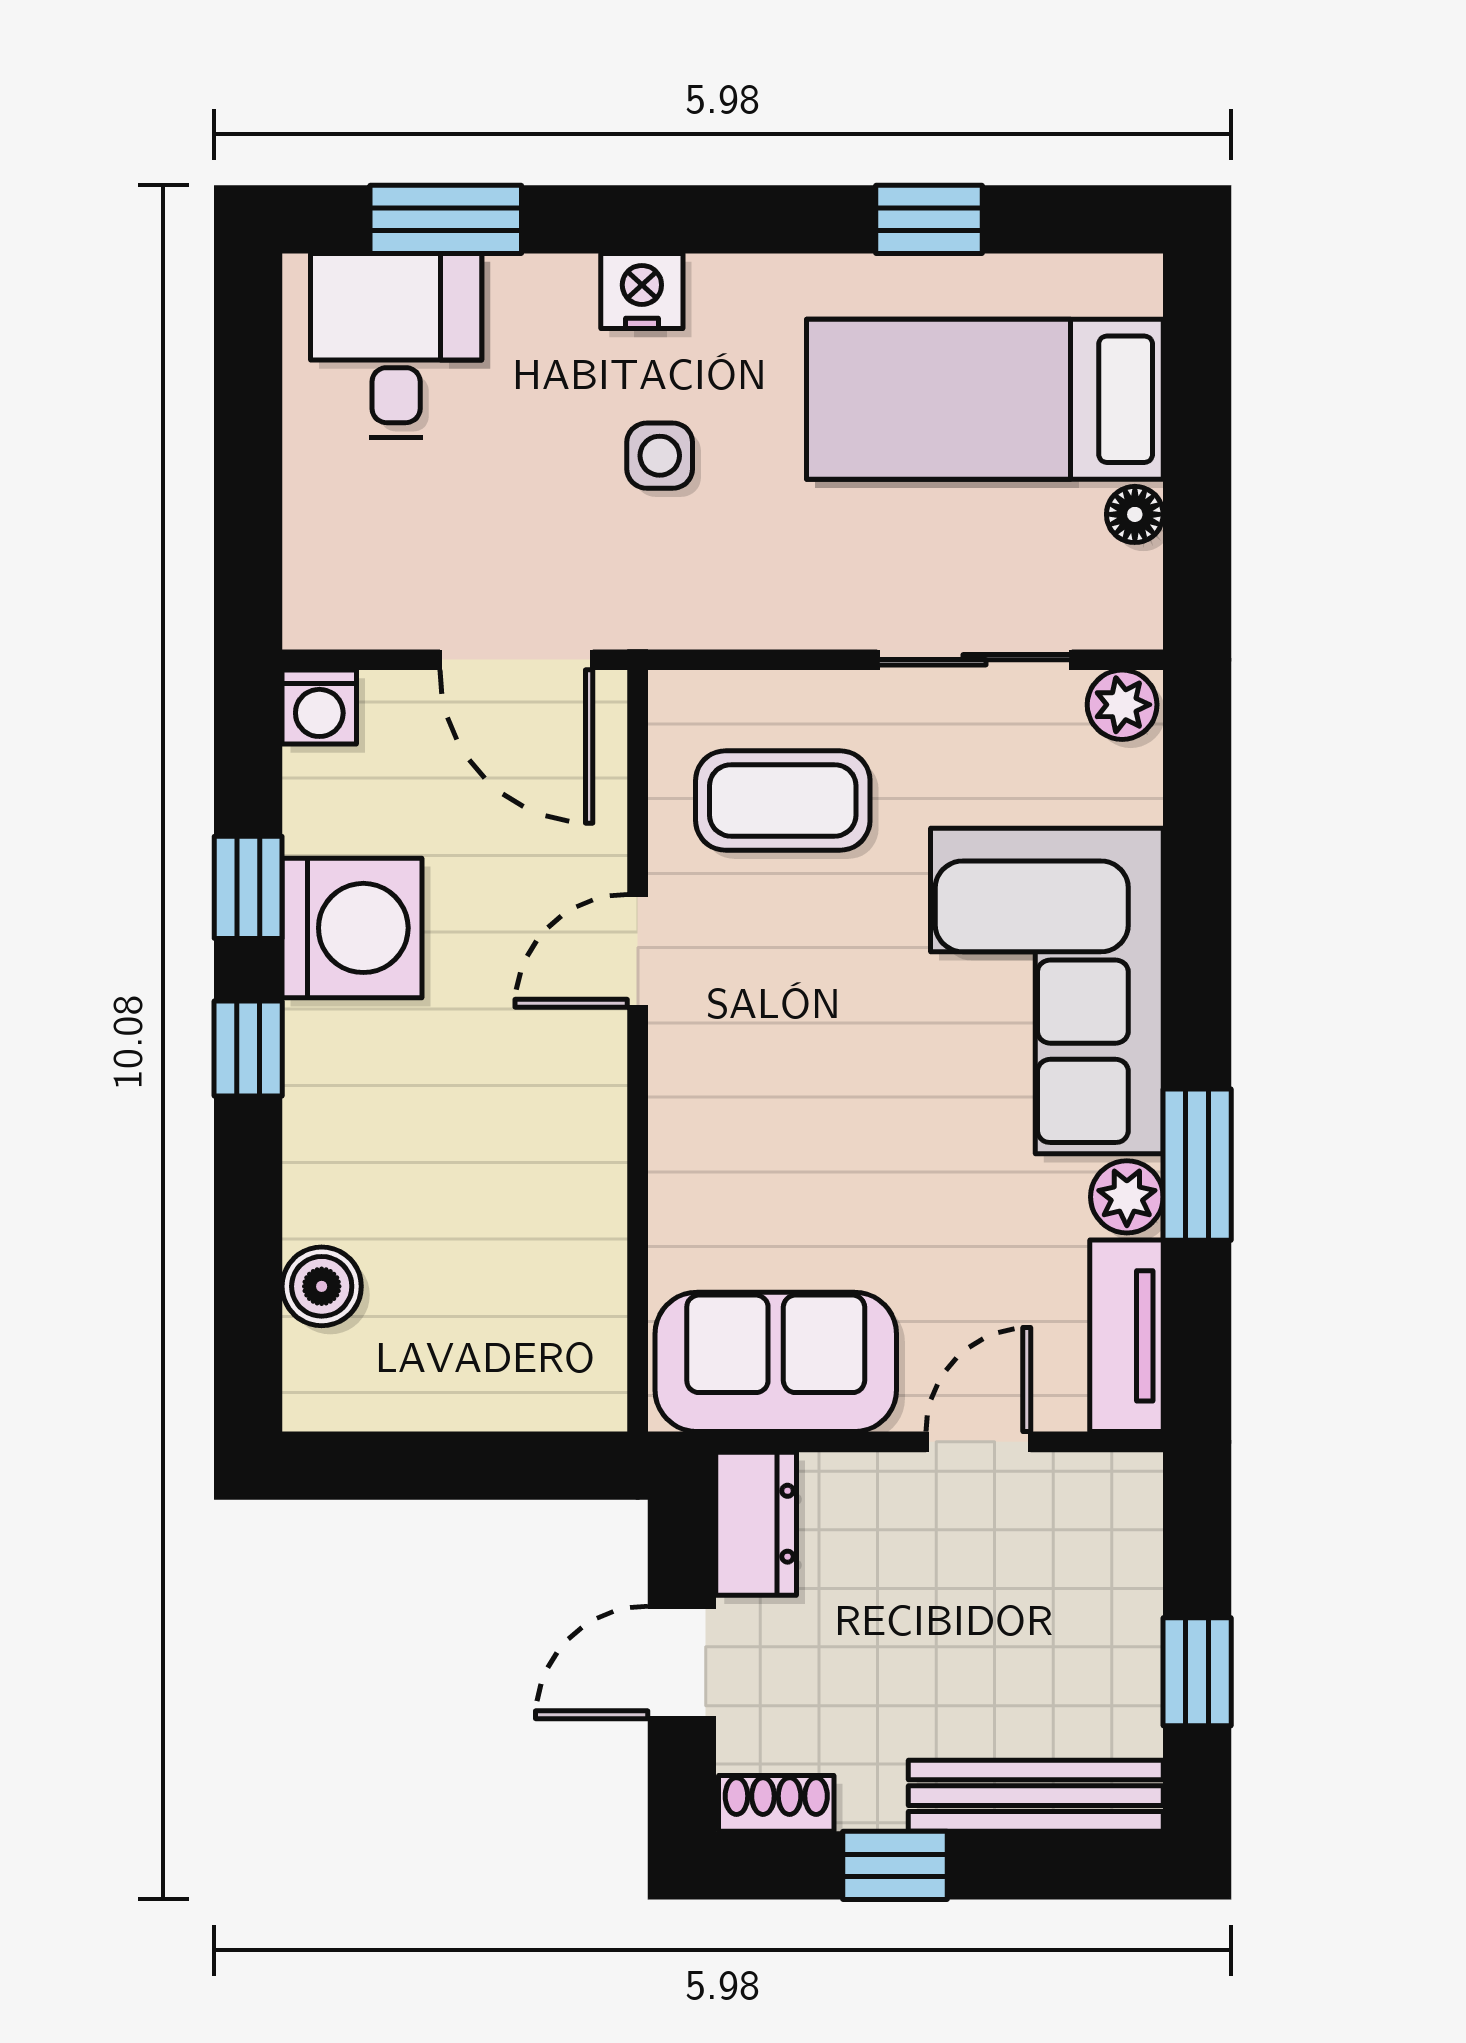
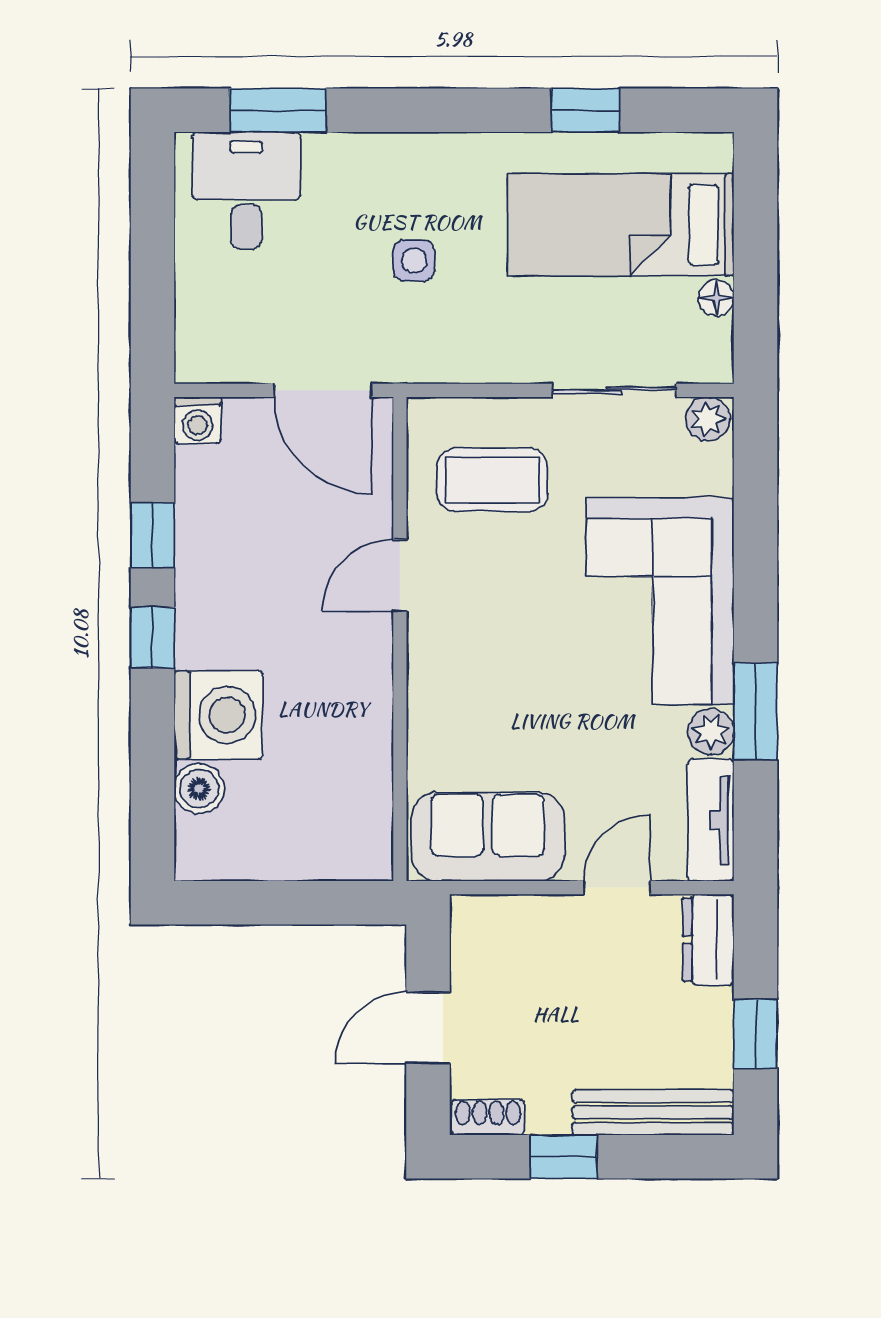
nightstand: (642, 291) -> (403, 156), removed
washing machine: (352, 928) -> (218, 715), moved
dresser: (756, 1524) -> (708, 940), moved, turned 180

